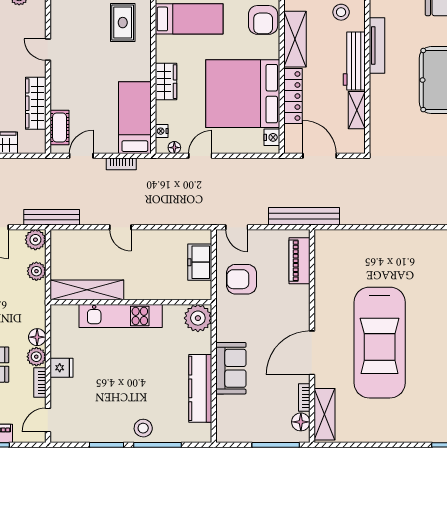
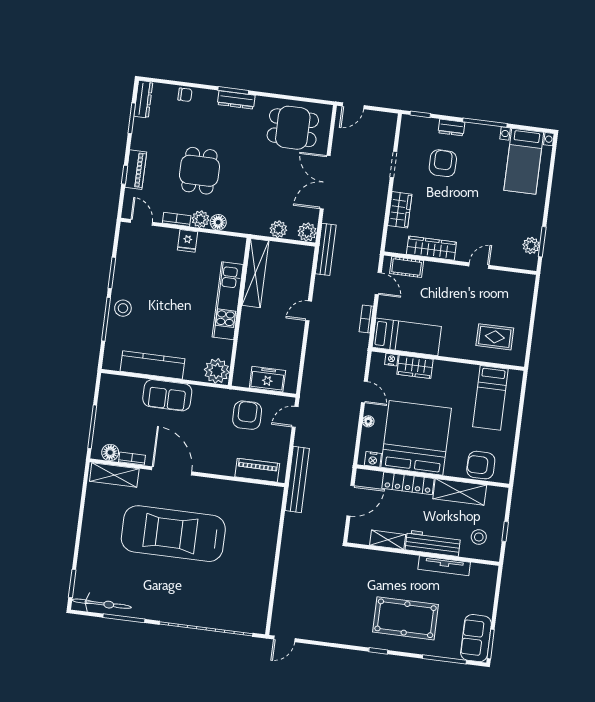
wardrobe: (166, 82) -> (415, 367), moved
floor lamp: (174, 148) -> (368, 421), moved

